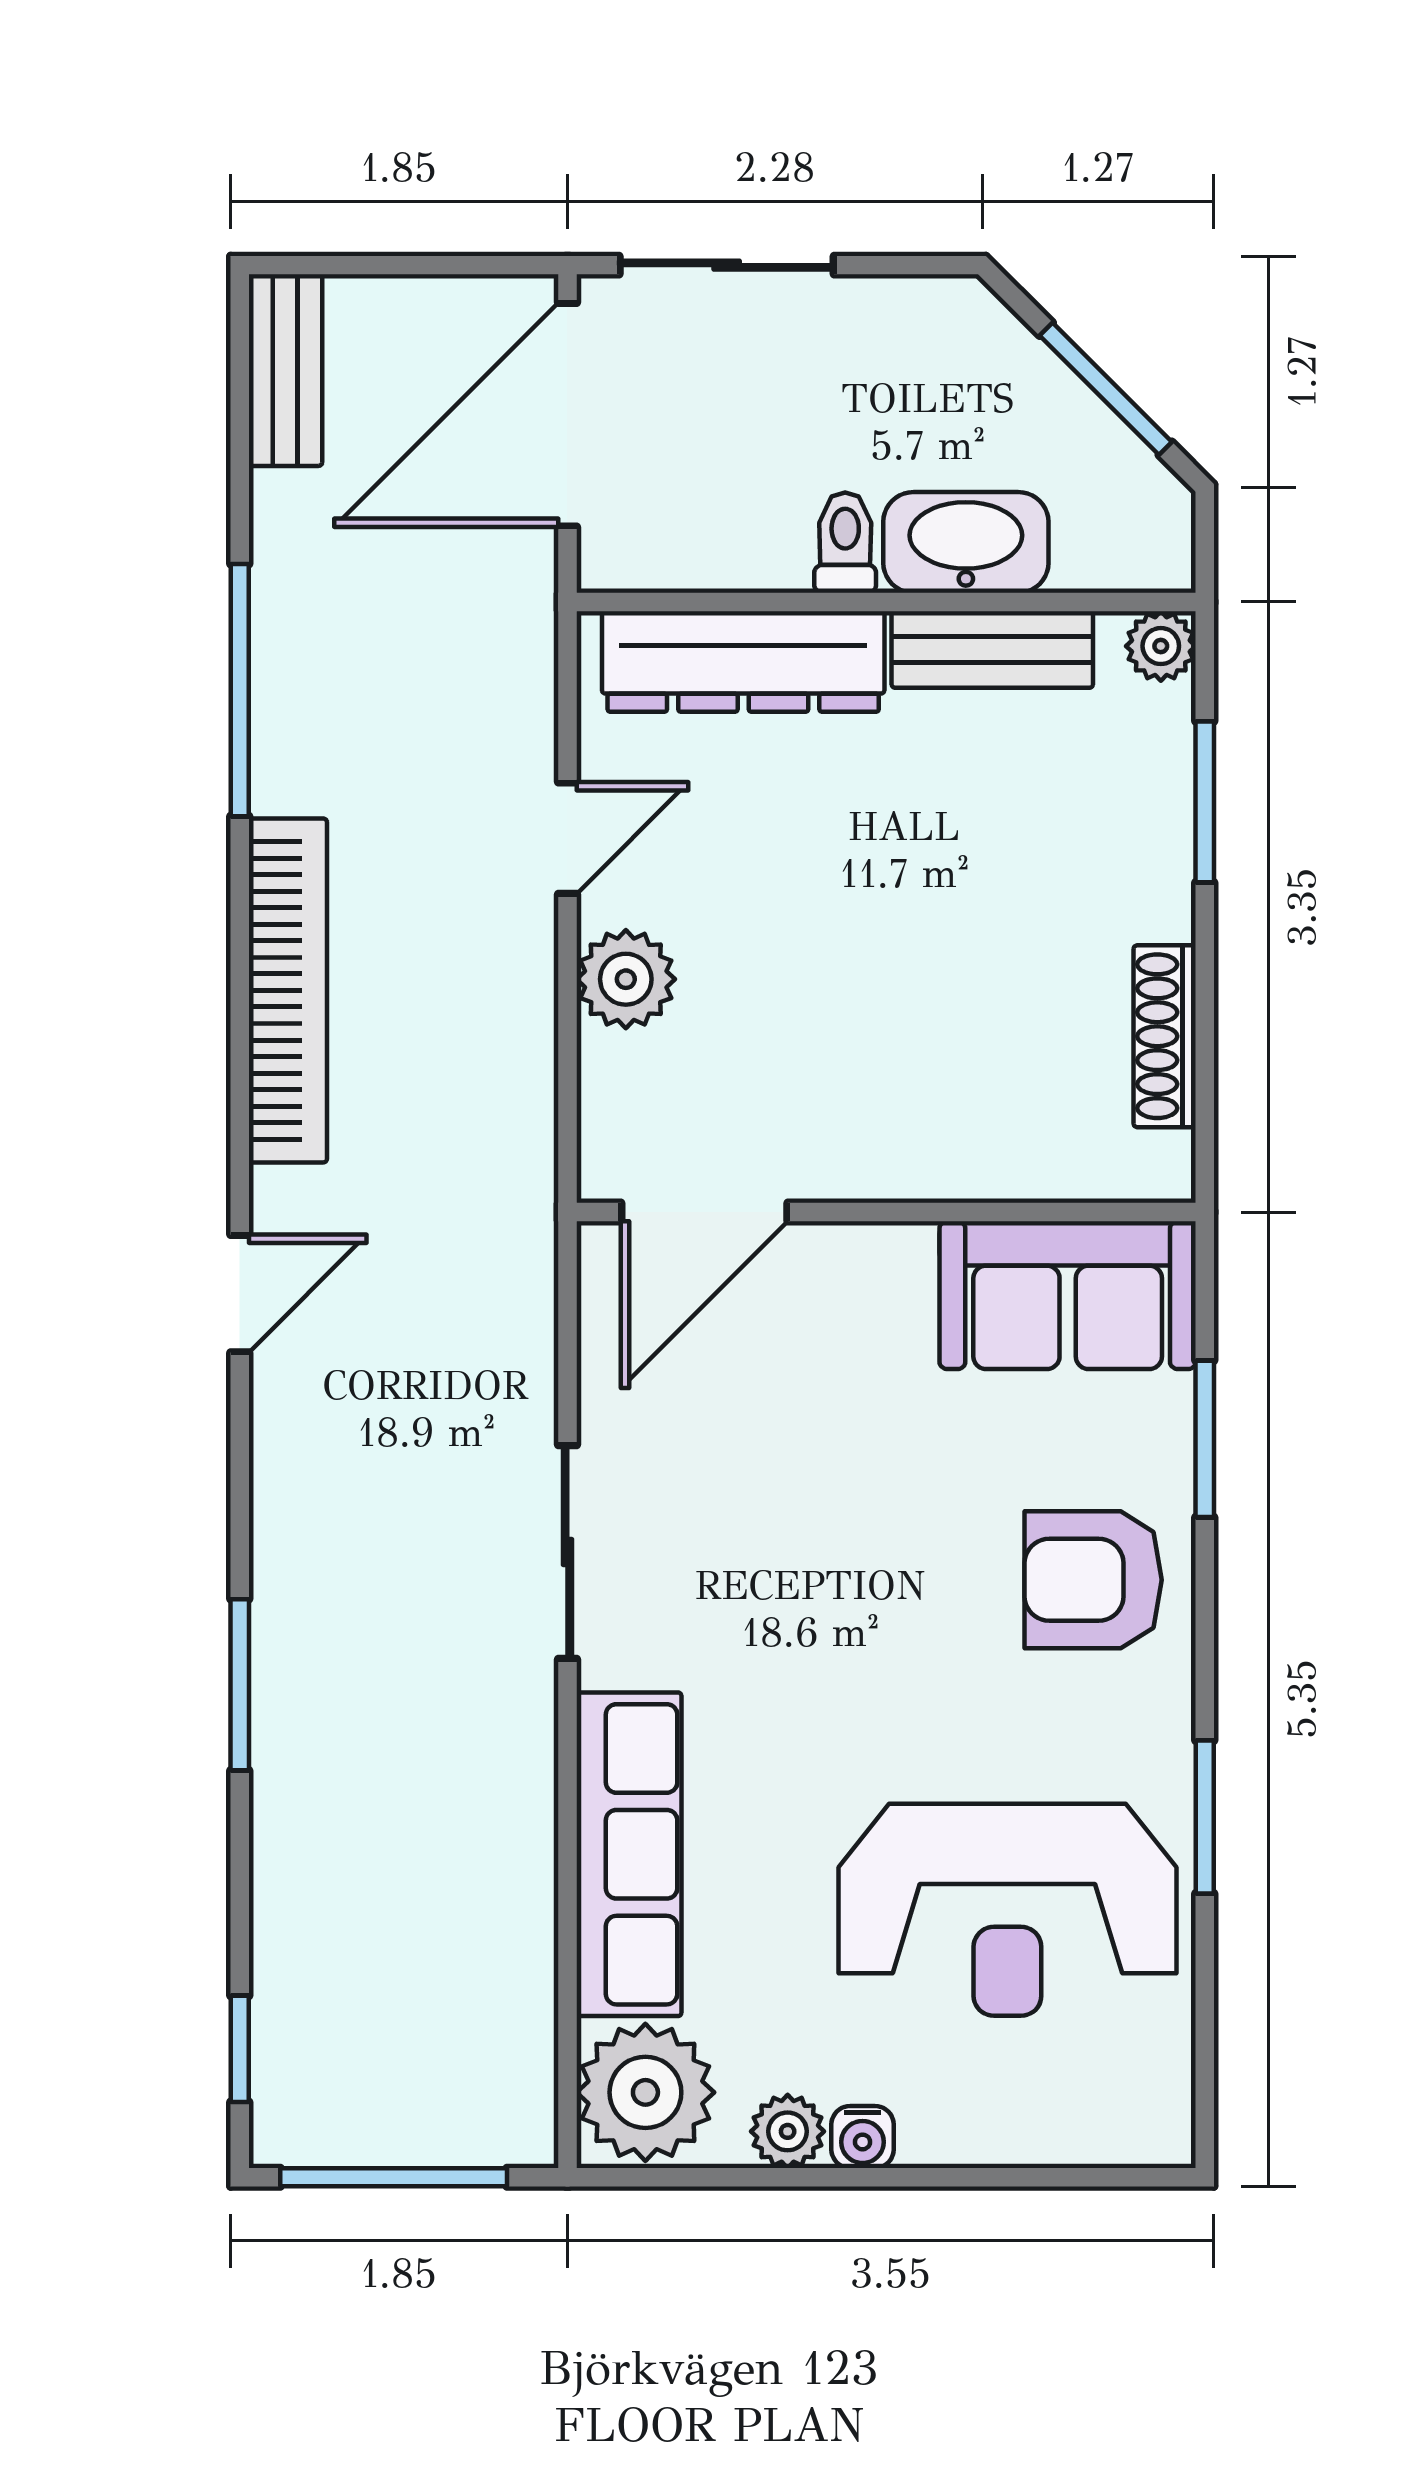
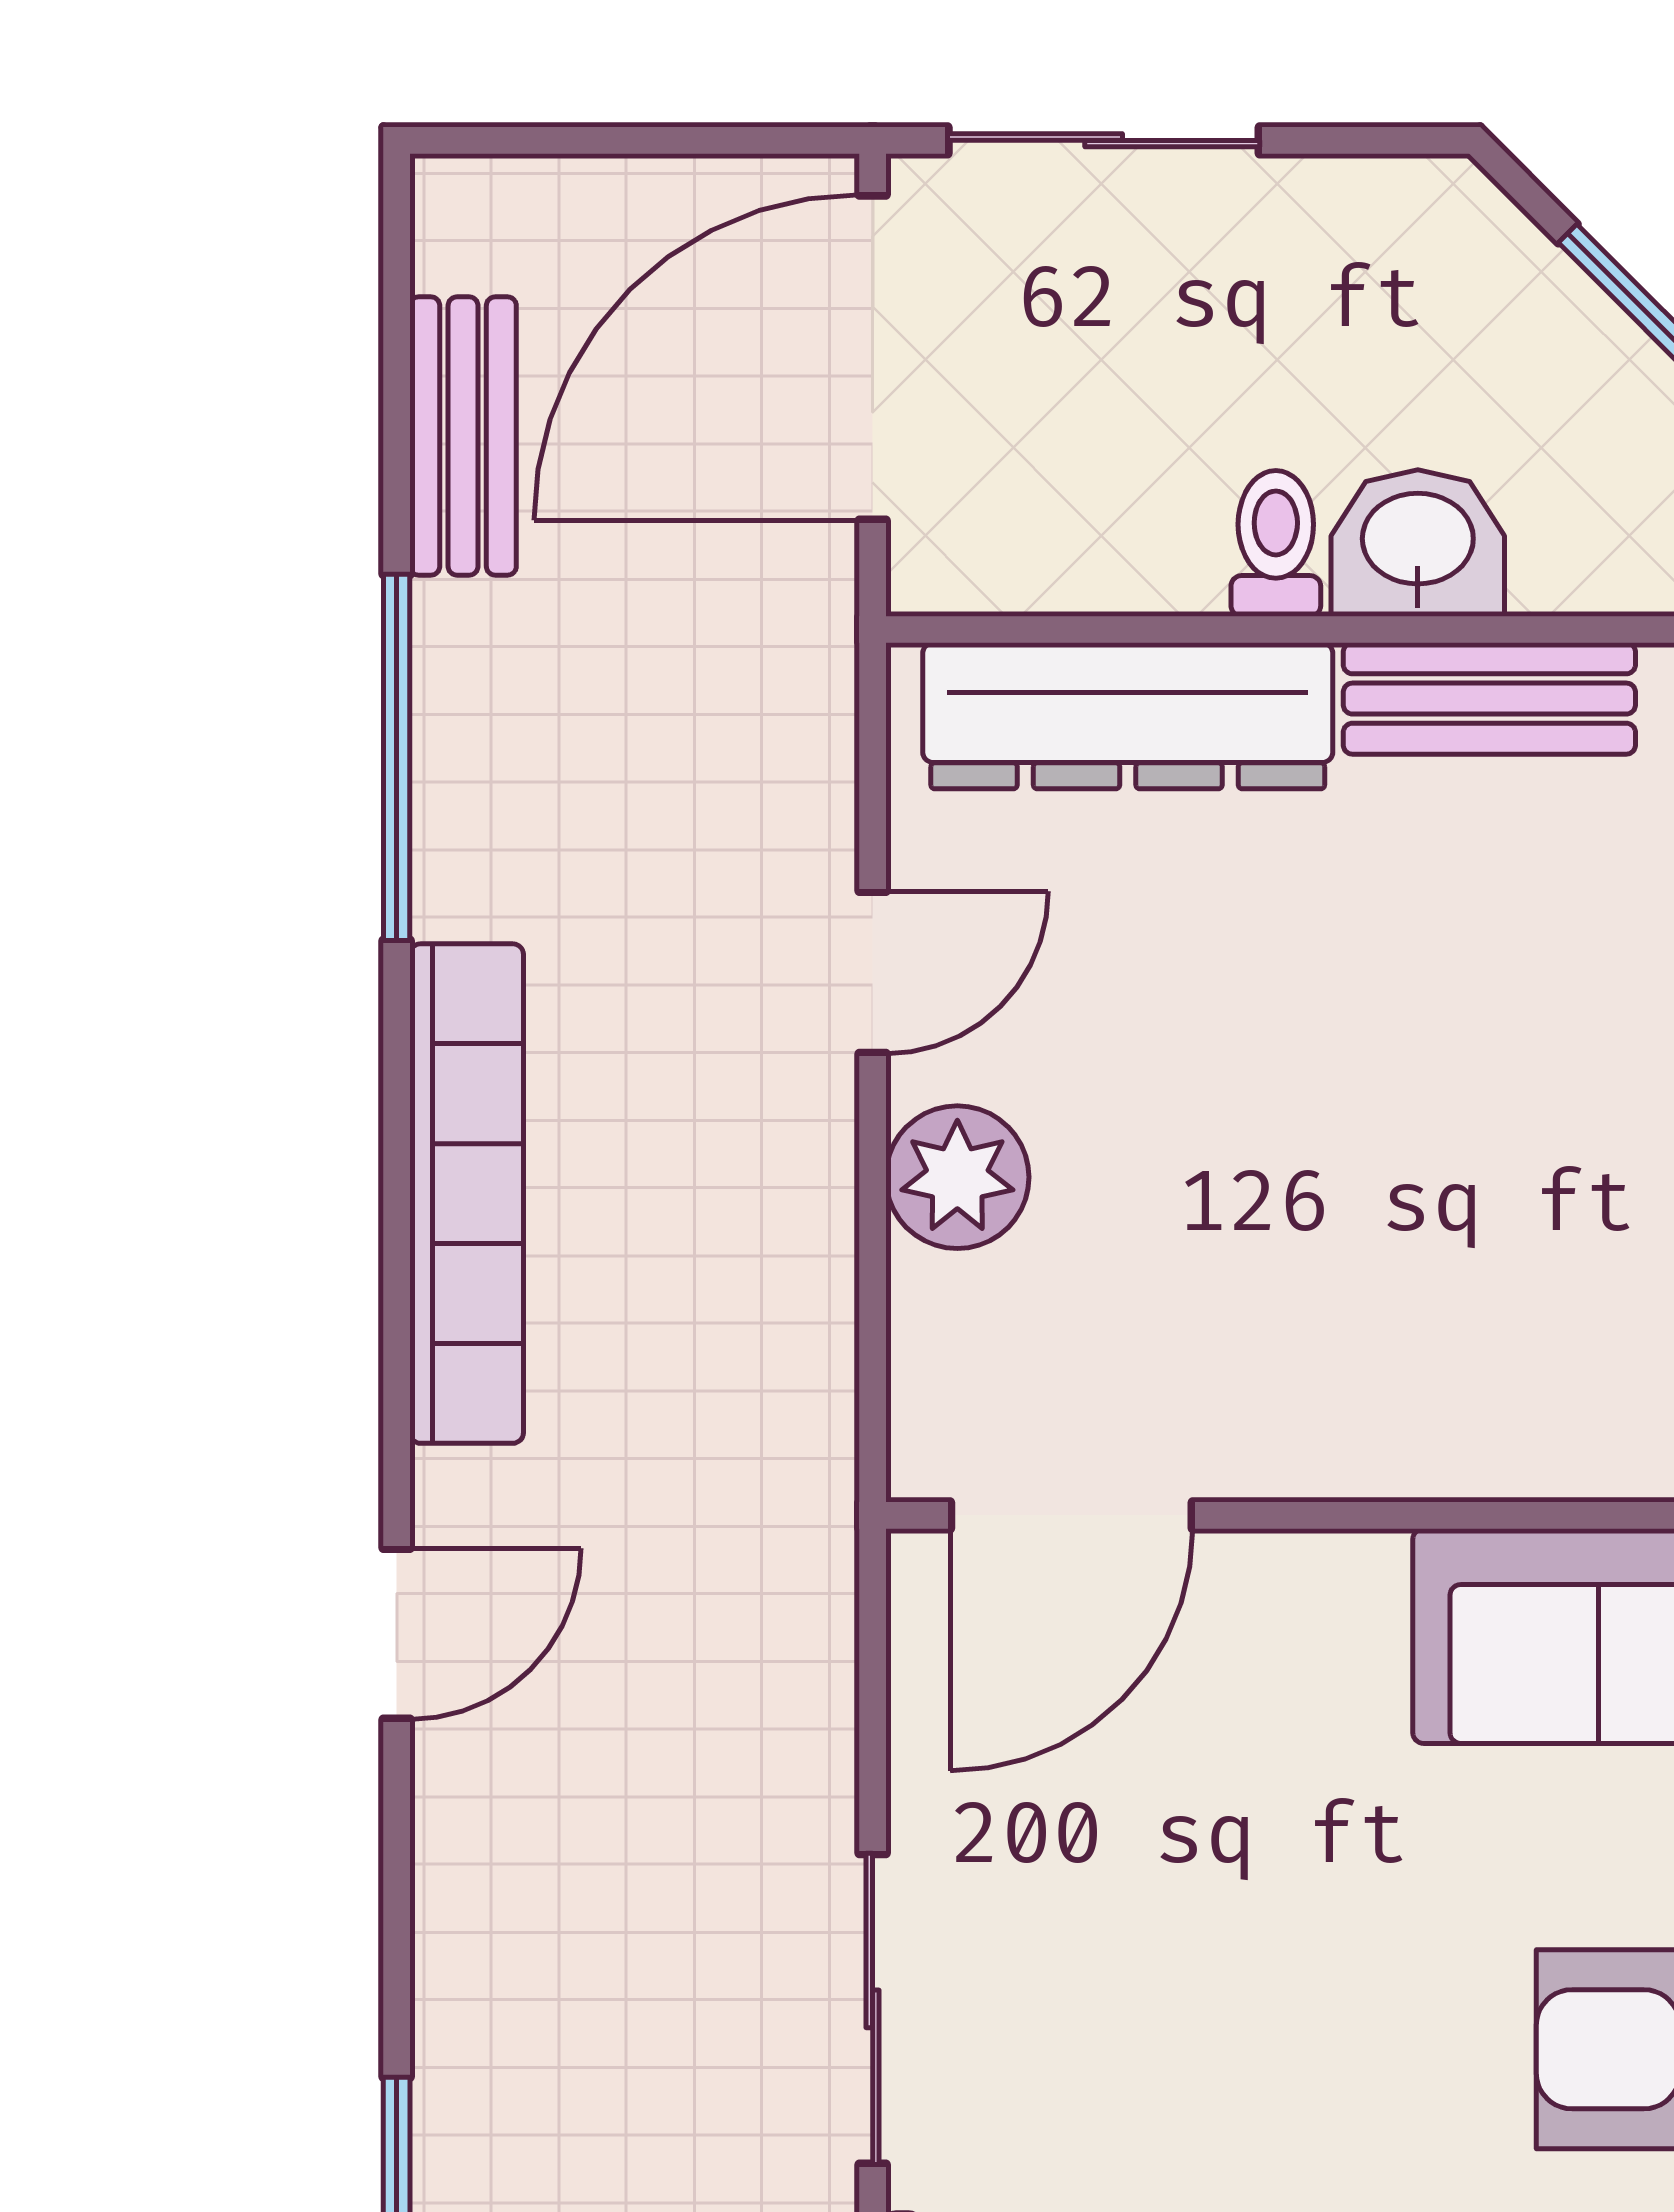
bench: (285, 370) -> (463, 436), moved
washbasin: (966, 542) -> (1418, 543), width x0.72

